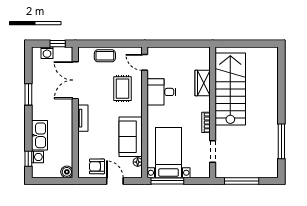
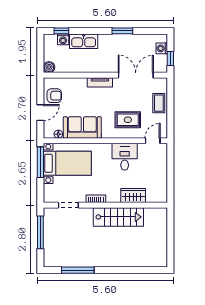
stairs: (230, 89) -> (118, 217), width x0.73, depth x0.66
armchair: (97, 166) -> (54, 96), turned 90

